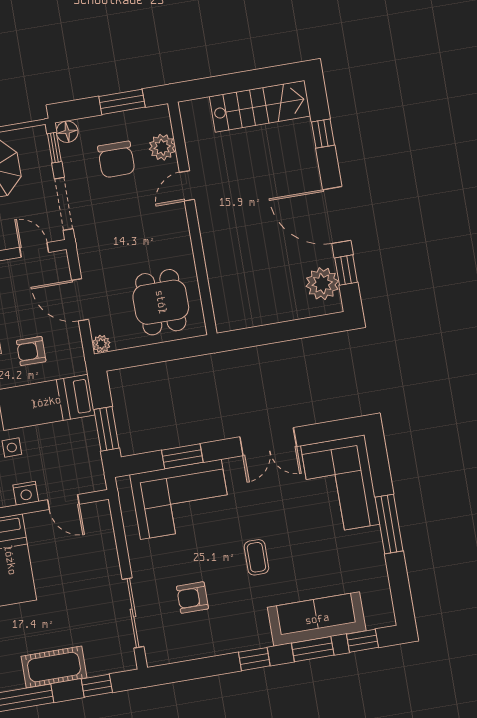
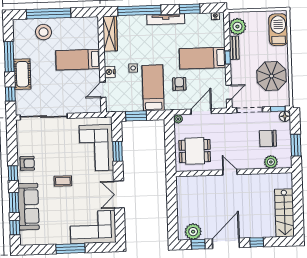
window: (323, 133) -> (257, 242), moved
door: (187, 186) -> (230, 172), moved
armchair: (192, 598) -> (27, 163), moved, turned 90
sliding door: (133, 613) -> (44, 117), width x1.36

